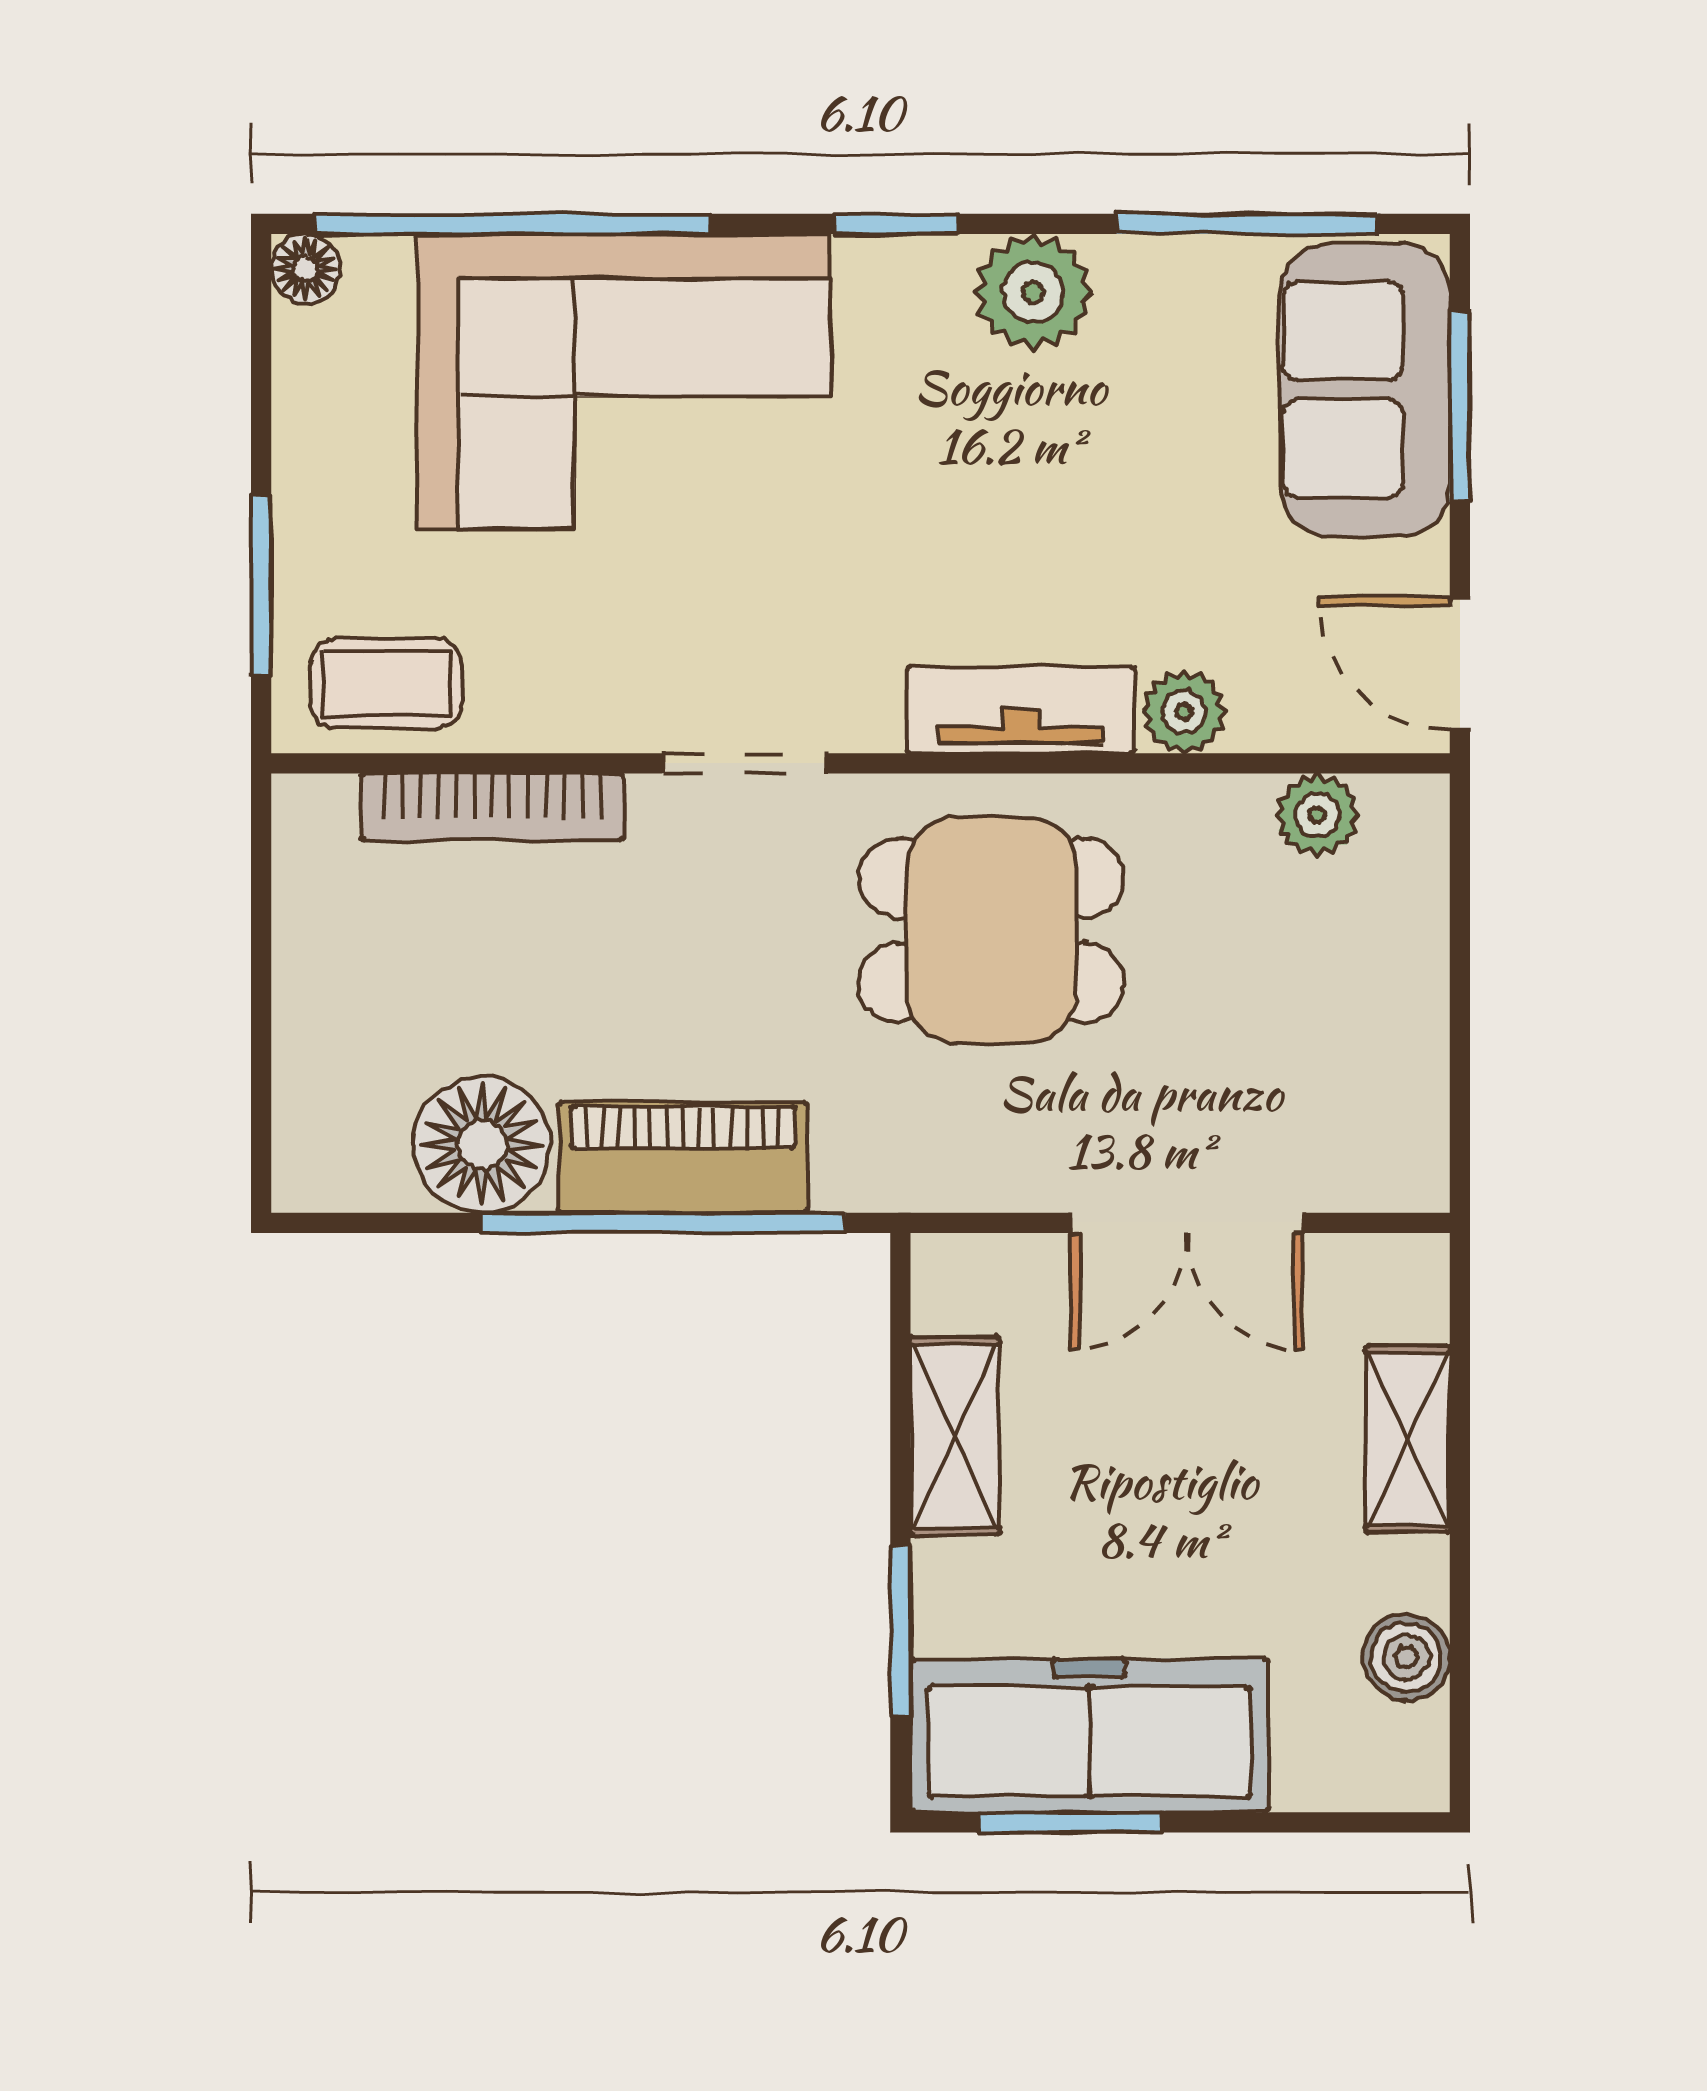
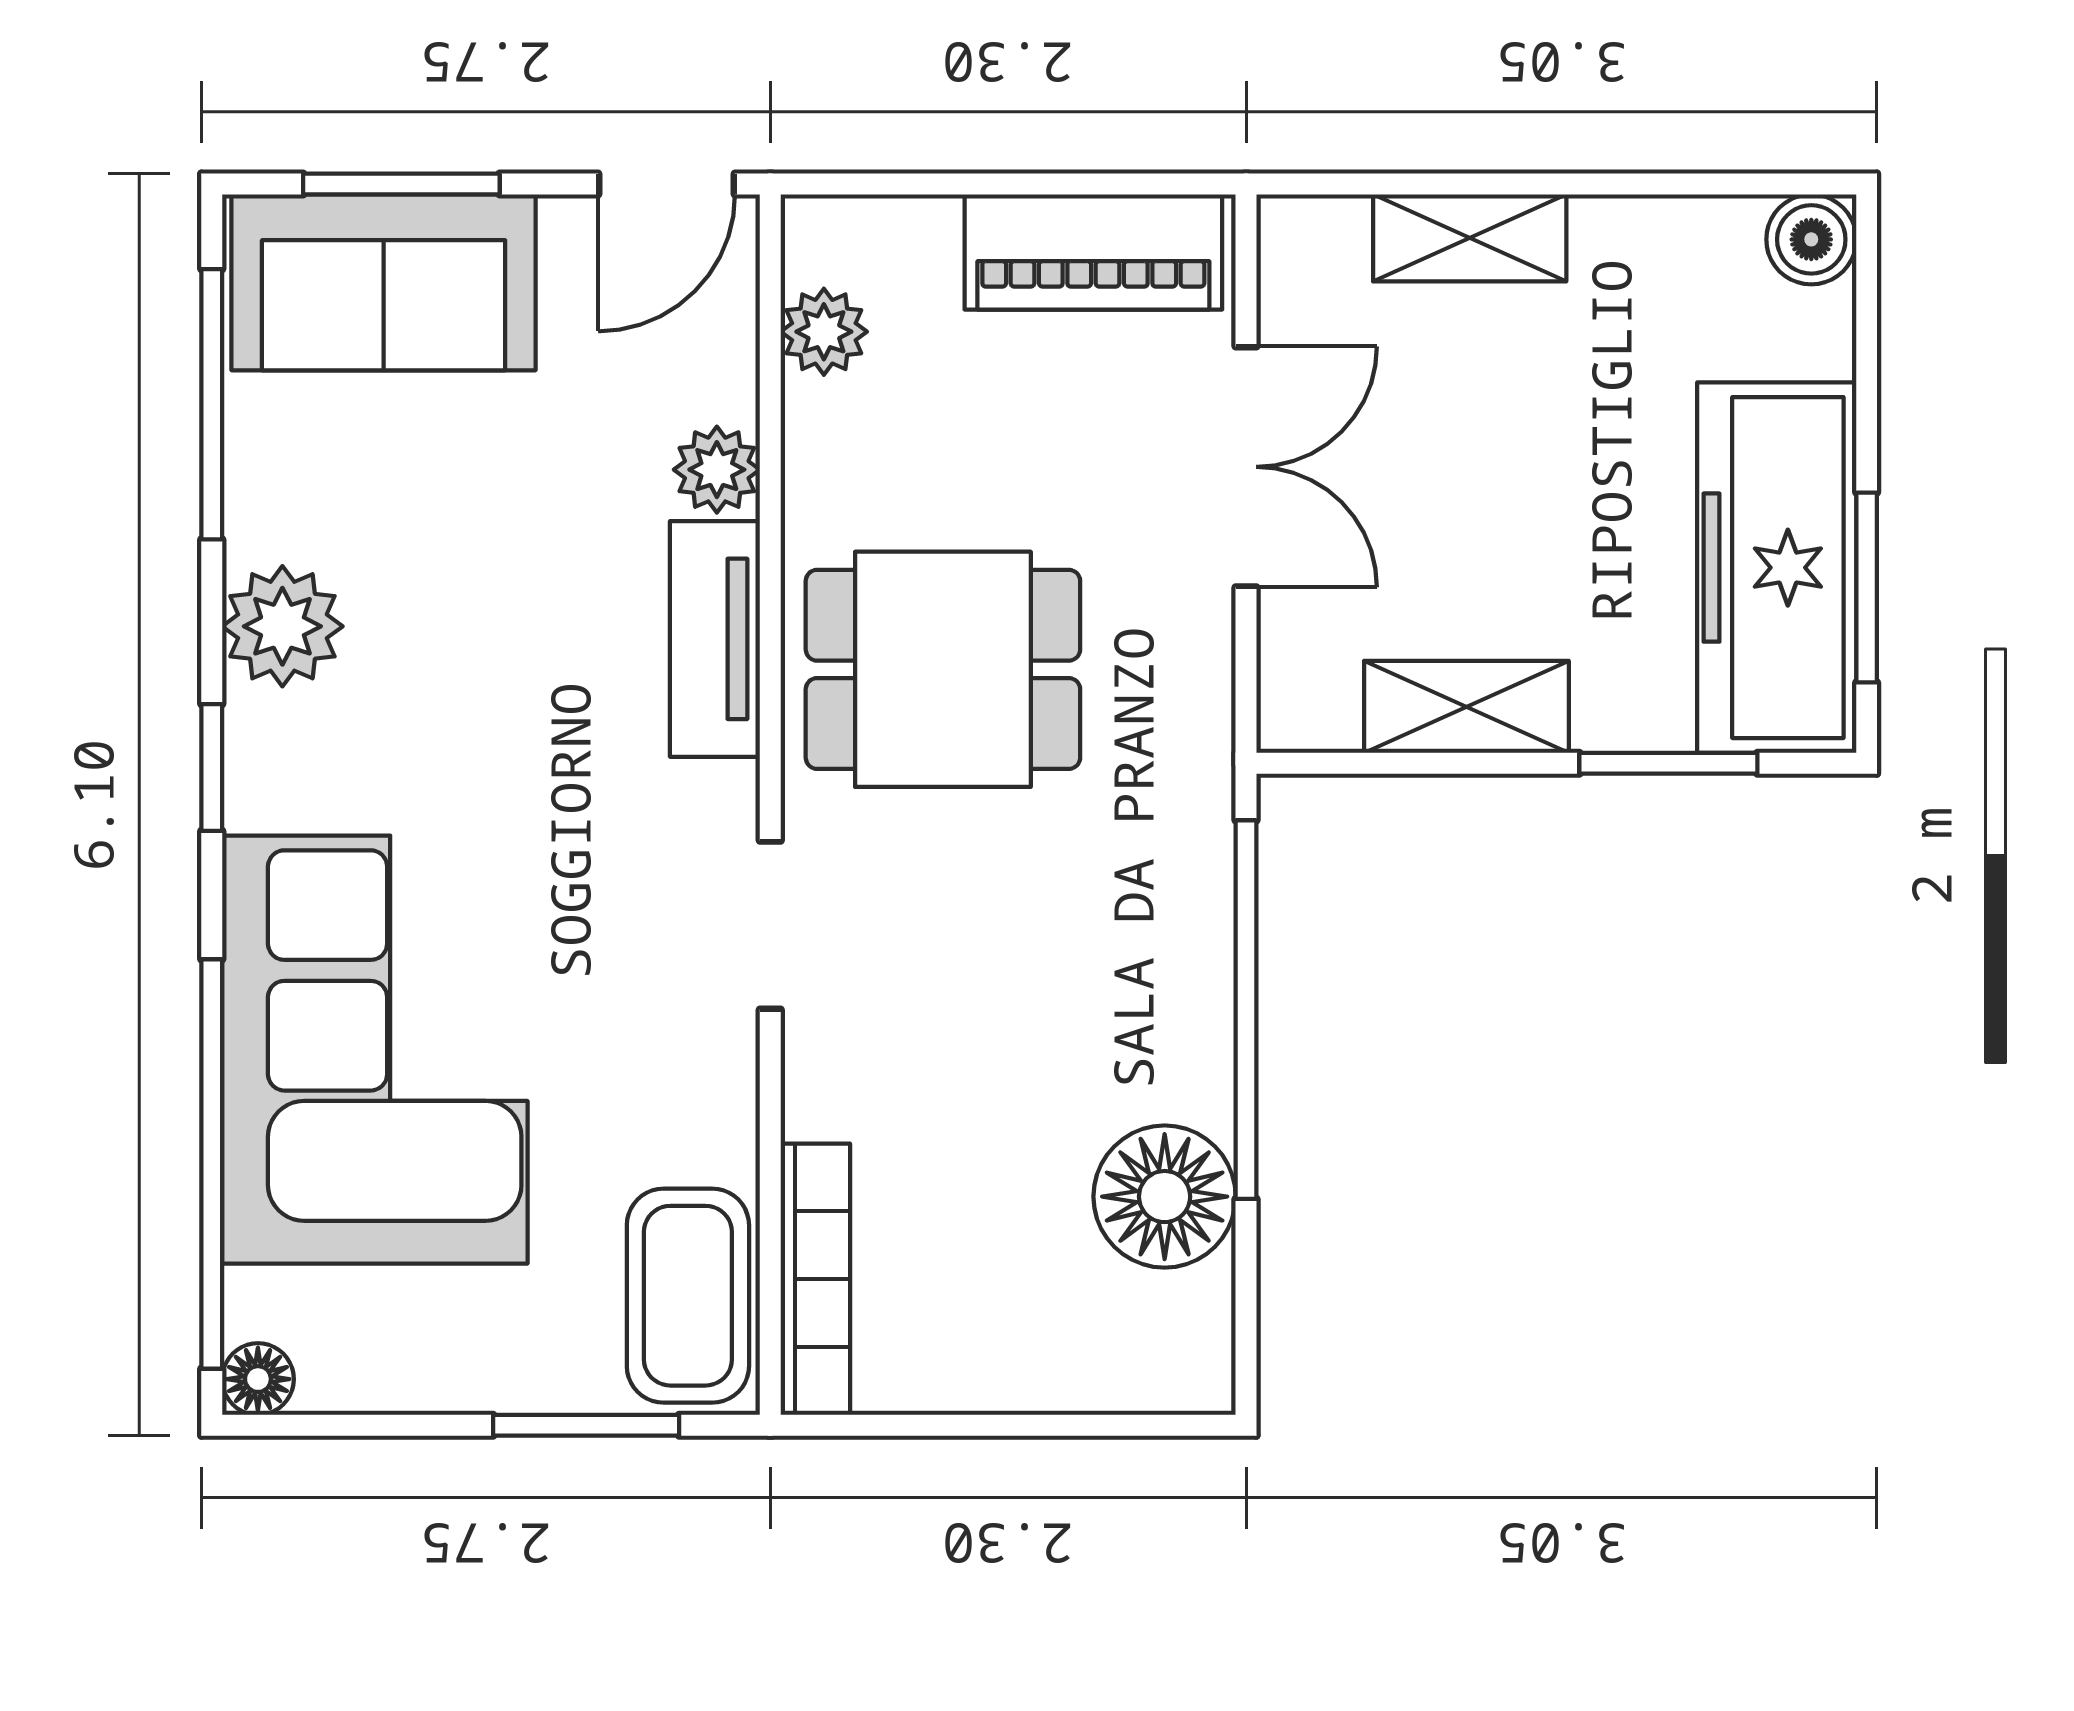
coffee table: (386, 684) -> (688, 1296), width x1.36, depth x1.30
bookcase: (492, 807) -> (815, 1279), moved
dining table: (991, 930) -> (943, 669), turned 90
piano: (683, 1157) -> (1093, 252), moved, turned -90
boiler: (1406, 1657) -> (1811, 239), moved

